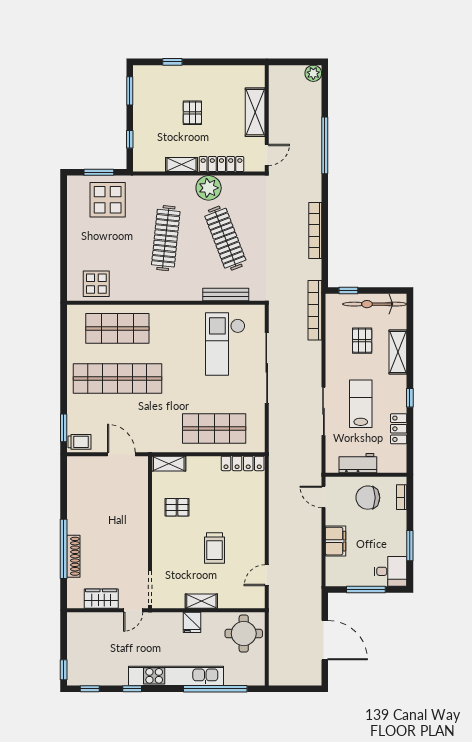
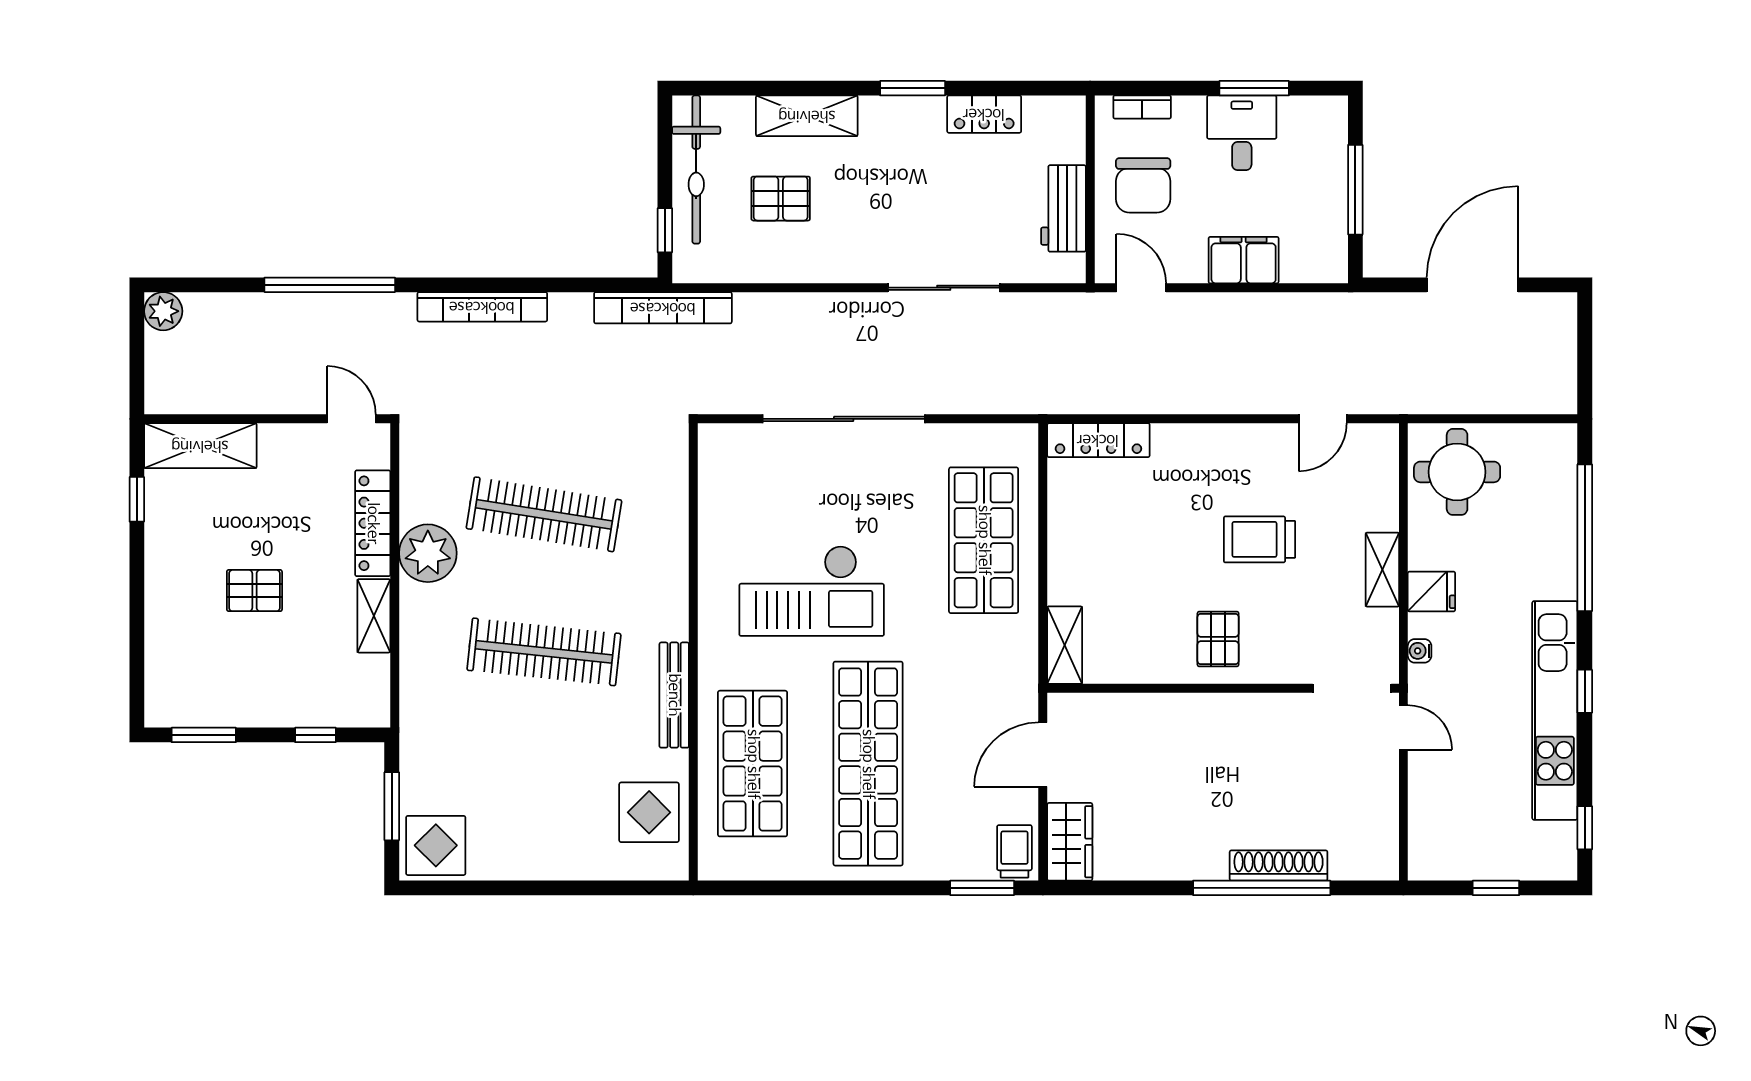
window: (172, 62) -> (137, 499), moved
shelving: (255, 112) -> (200, 446), moved
display table: (108, 200) -> (436, 845), moved, width x0.73, depth x0.73
bookcase: (315, 231) -> (482, 307), moved
clothes rail: (225, 238) -> (544, 514), turned 30
bench: (226, 295) -> (674, 695), moved
bookcase: (315, 310) -> (663, 308), moved
checkout: (225, 344) -> (812, 591), moved
window: (410, 398) -> (913, 88), width x1.50
lab bench: (361, 404) -> (926, 202), removed
locker: (243, 463) -> (1098, 440), moved, turned 90
door: (323, 497) -> (1141, 288), swing flipped
pallet: (177, 507) -> (1218, 639), moved
trolley: (214, 548) -> (1259, 539), turned 180
desk: (391, 571) -> (1242, 133), moved
door: (267, 575) -> (1323, 419), hinge flipped
wardrobe: (101, 599) -> (1070, 842), moved, turned 180
water cooler: (166, 617) -> (1420, 651), added
window: (64, 670) -> (1496, 888), moved
kitchen unit: (176, 676) -> (1555, 710), moved
window: (132, 689) -> (1585, 691), moved

